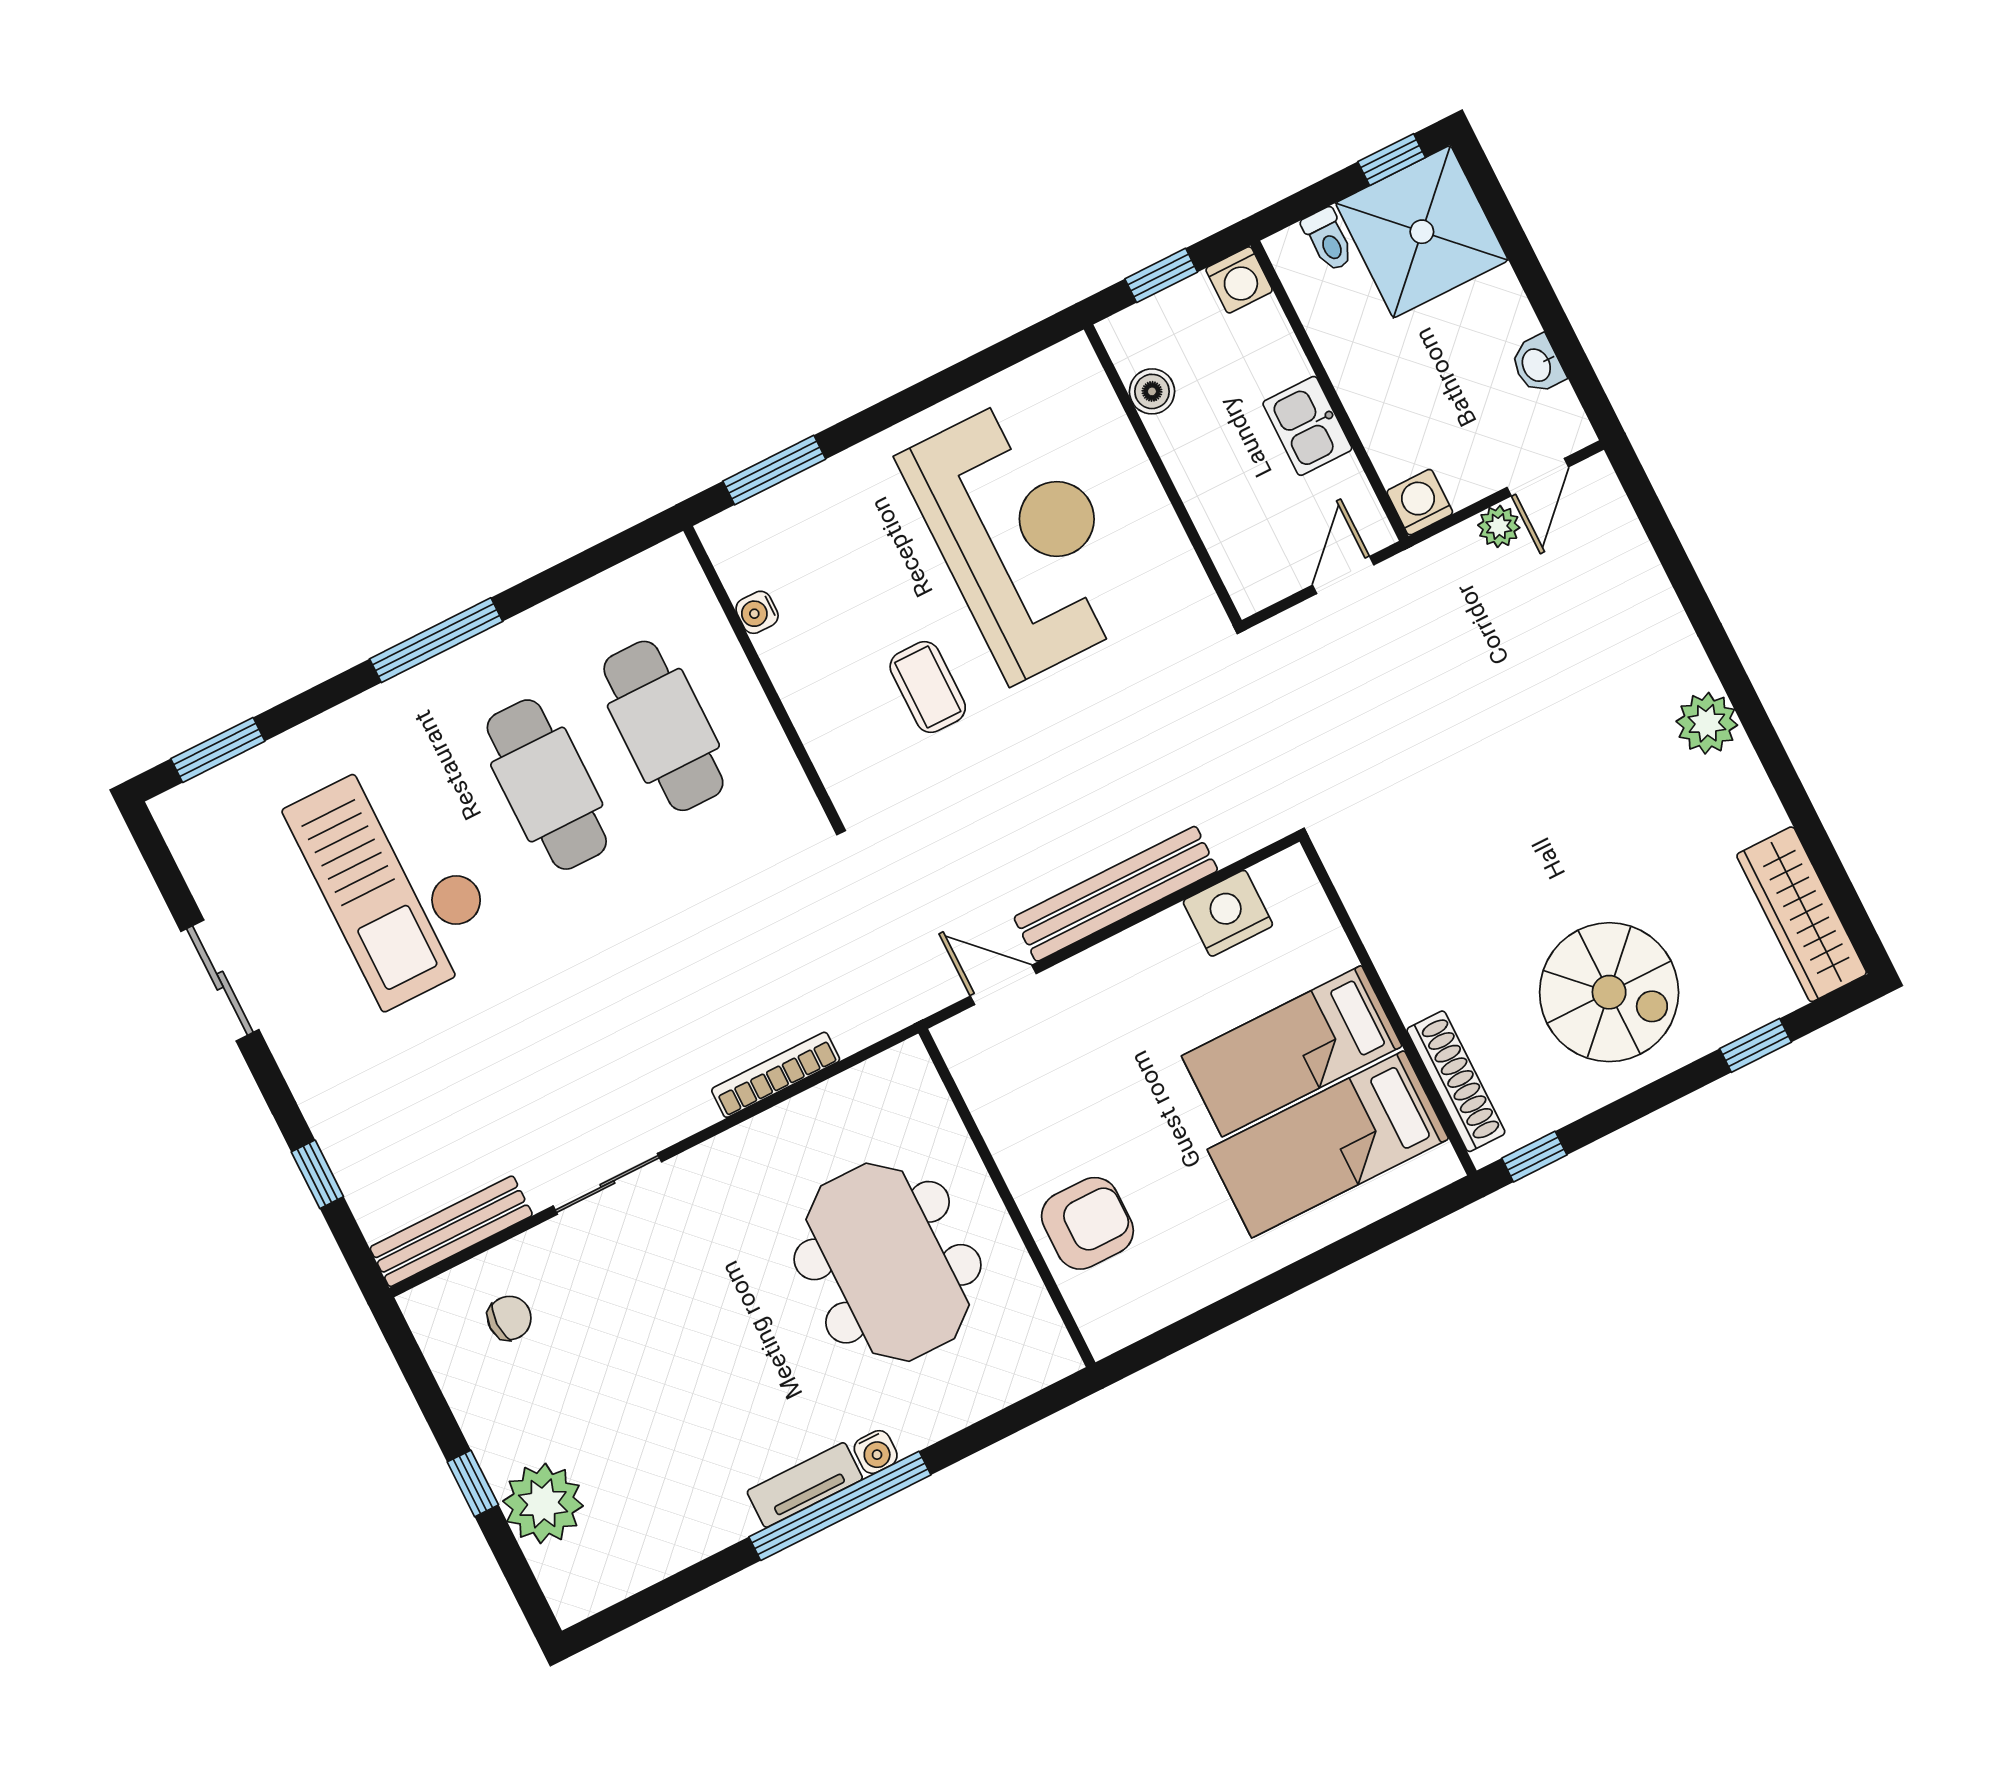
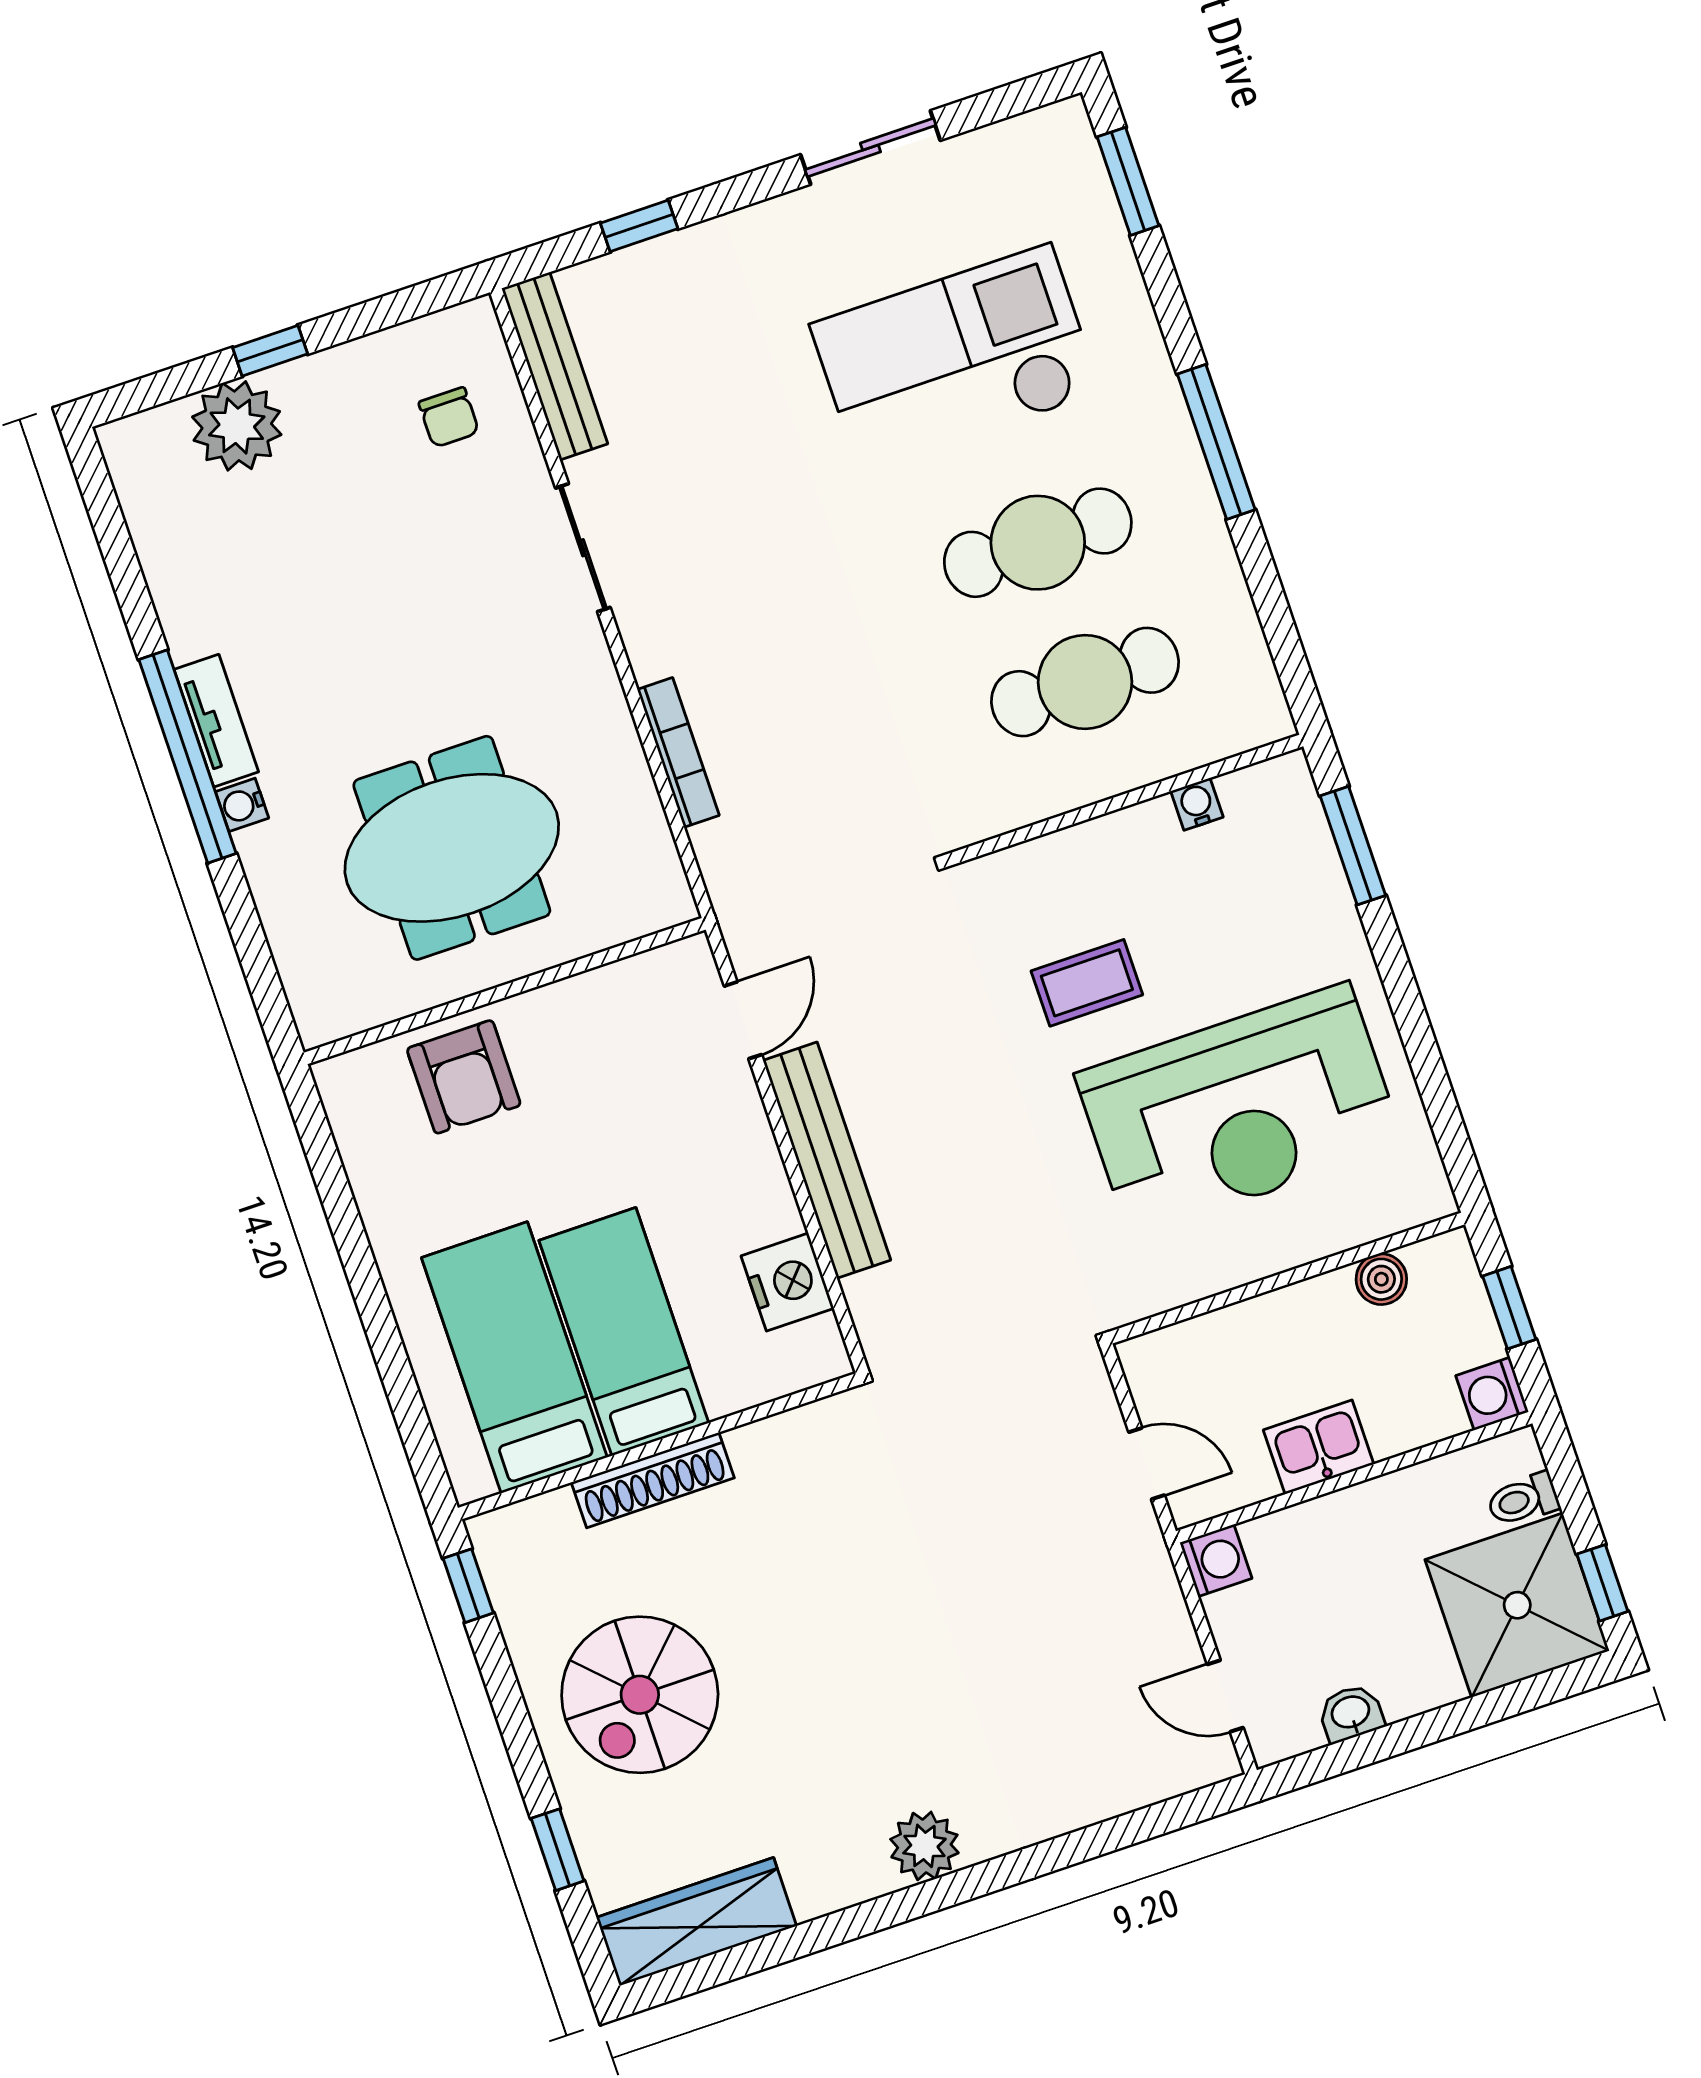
plant: (1499, 526) -> (1176, 1645), removed
shoe rack: (1456, 1081) -> (653, 1480), moved

